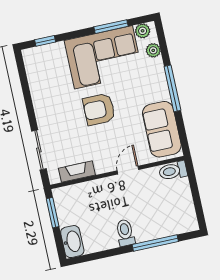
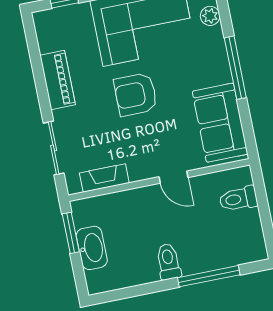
piano: (41, 100) -> (58, 80), added
door: (128, 170) -> (173, 177), swing flipped
toilet: (173, 171) -> (238, 199), moved
washbasin: (72, 242) -> (92, 248), moved

